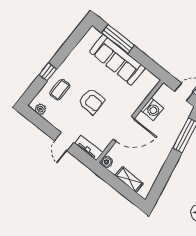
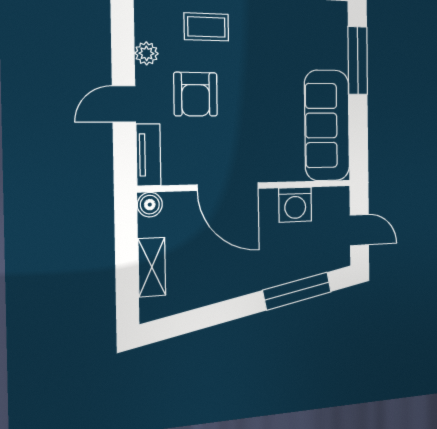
sofa: (117, 60) -> (327, 125), moved
armchair: (91, 101) -> (196, 94), moved
plant: (40, 109) -> (146, 53), moved

